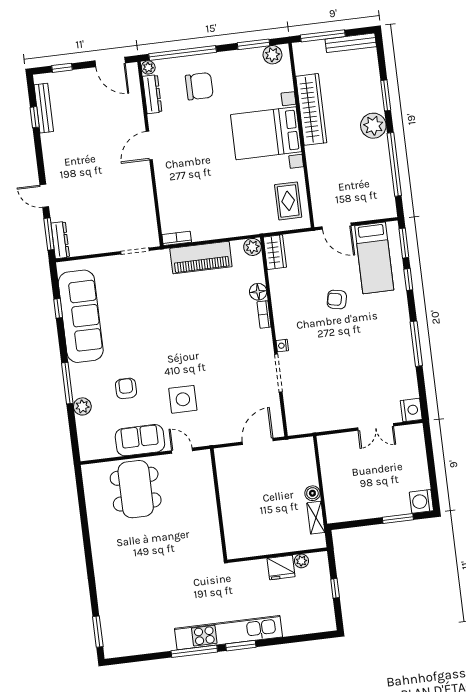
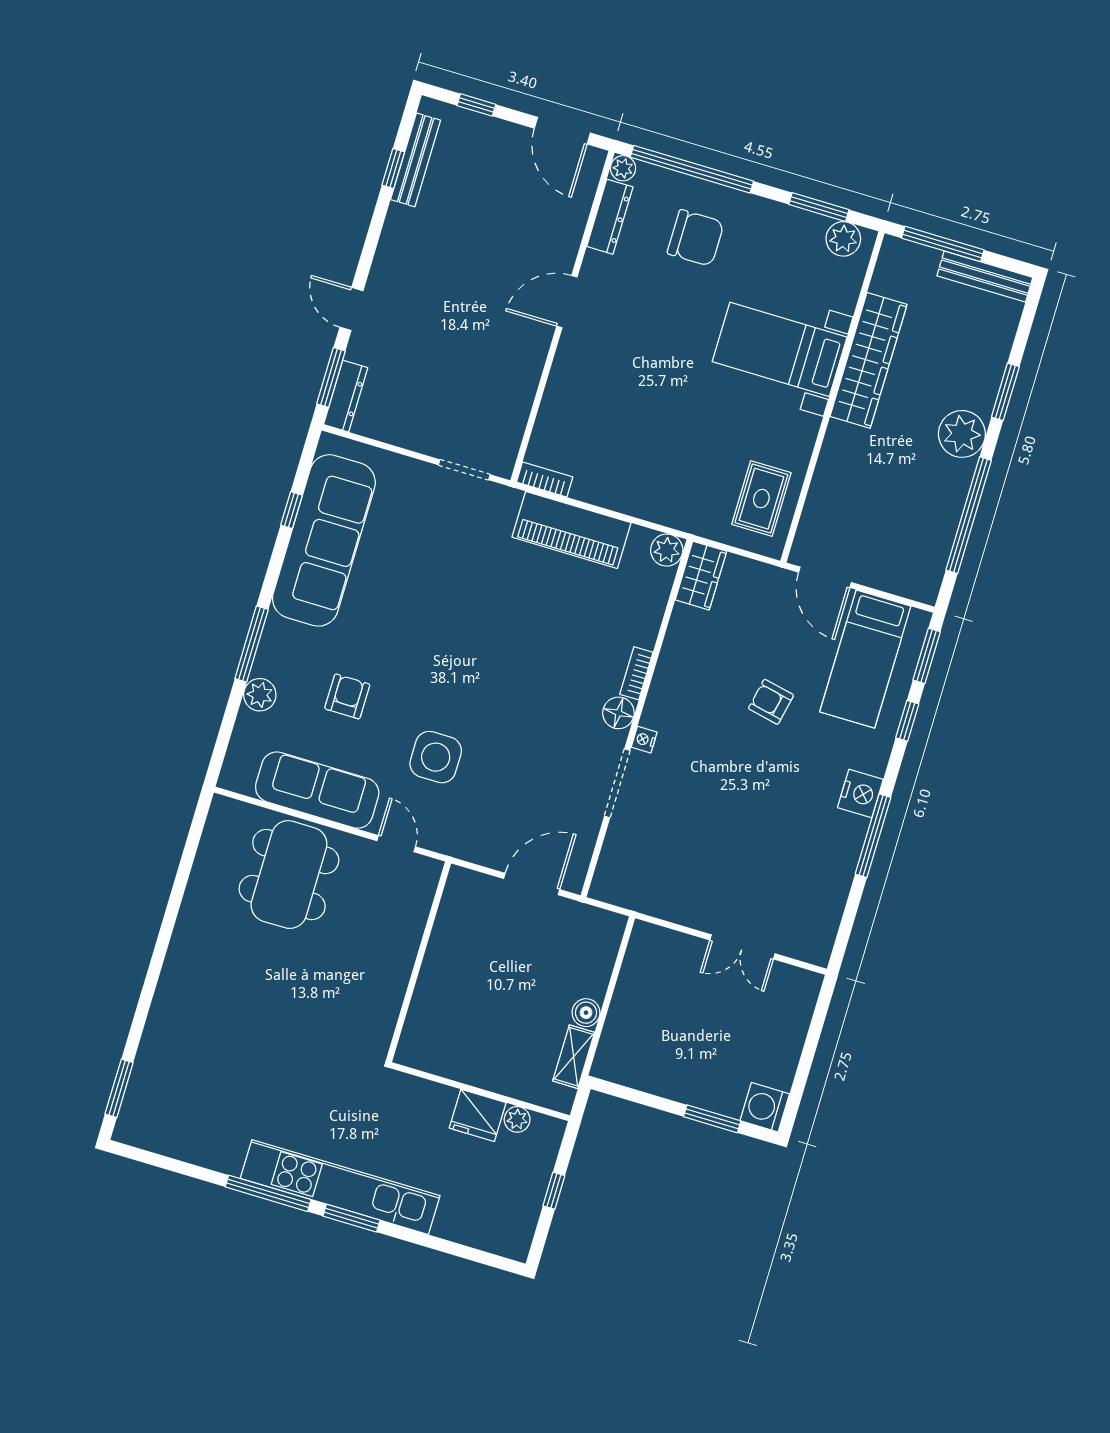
bed with nightstands: (266, 133) -> (780, 349), width x0.73
floor lamp: (258, 292) -> (618, 713), moved
nightstand: (411, 410) -> (860, 794), moved
sofa: (140, 440) -> (317, 790), width x1.36

